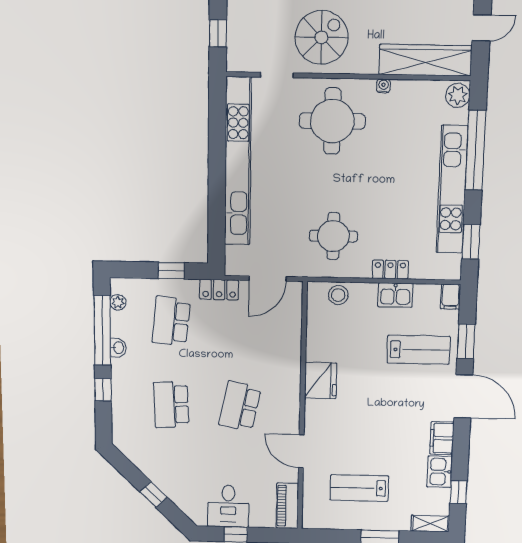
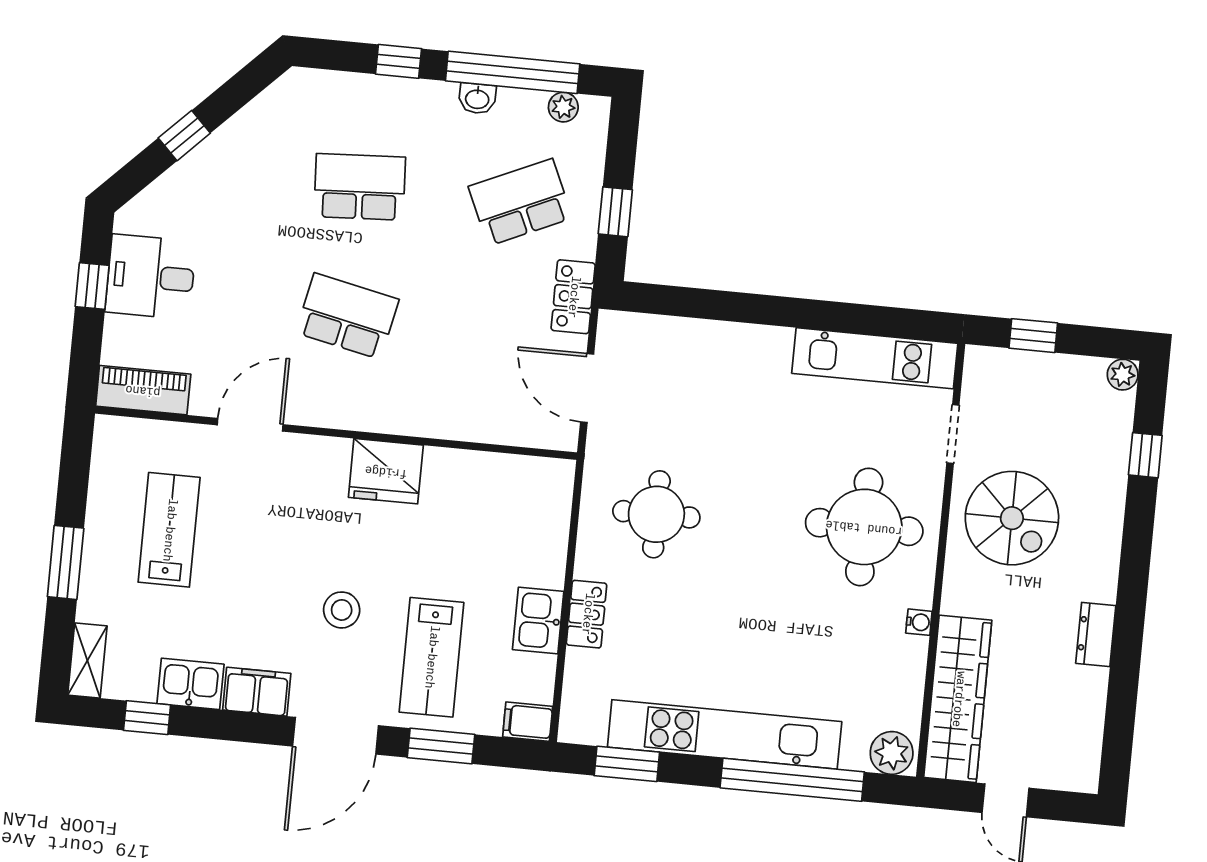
kitchen unit: (238, 162) -> (875, 358), width x0.54
stool: (338, 295) -> (342, 610), moved
school desk: (171, 321) -> (520, 202), turned -30

